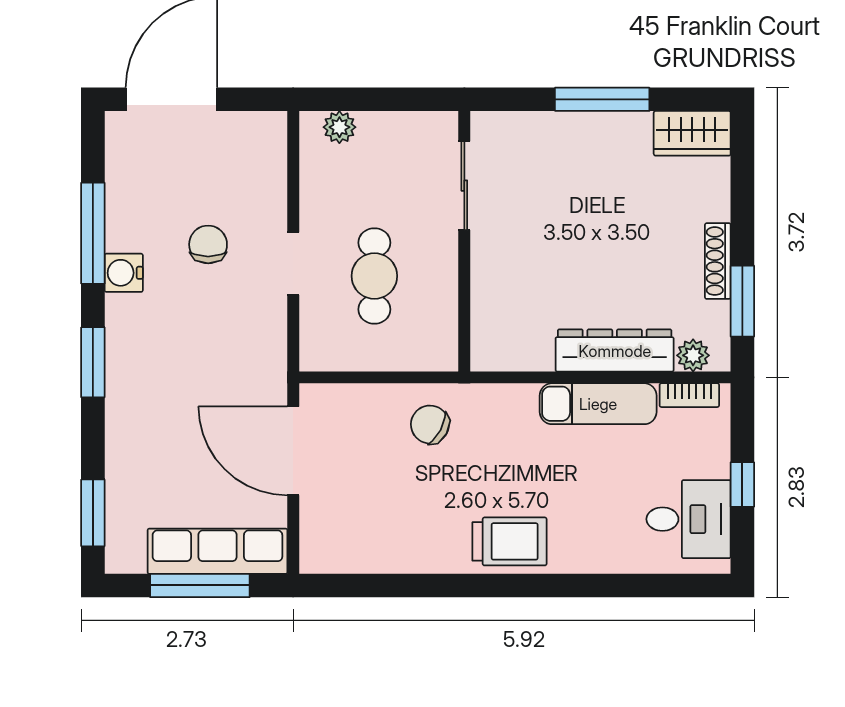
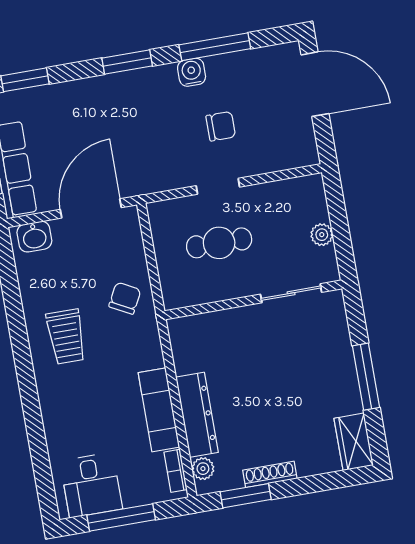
plant: (339, 127) -> (322, 235), moved
window: (742, 485) -> (121, 517), width x2.17
washbasin: (319, 538) -> (34, 237), added
trolley: (509, 541) -> (66, 337), moved

